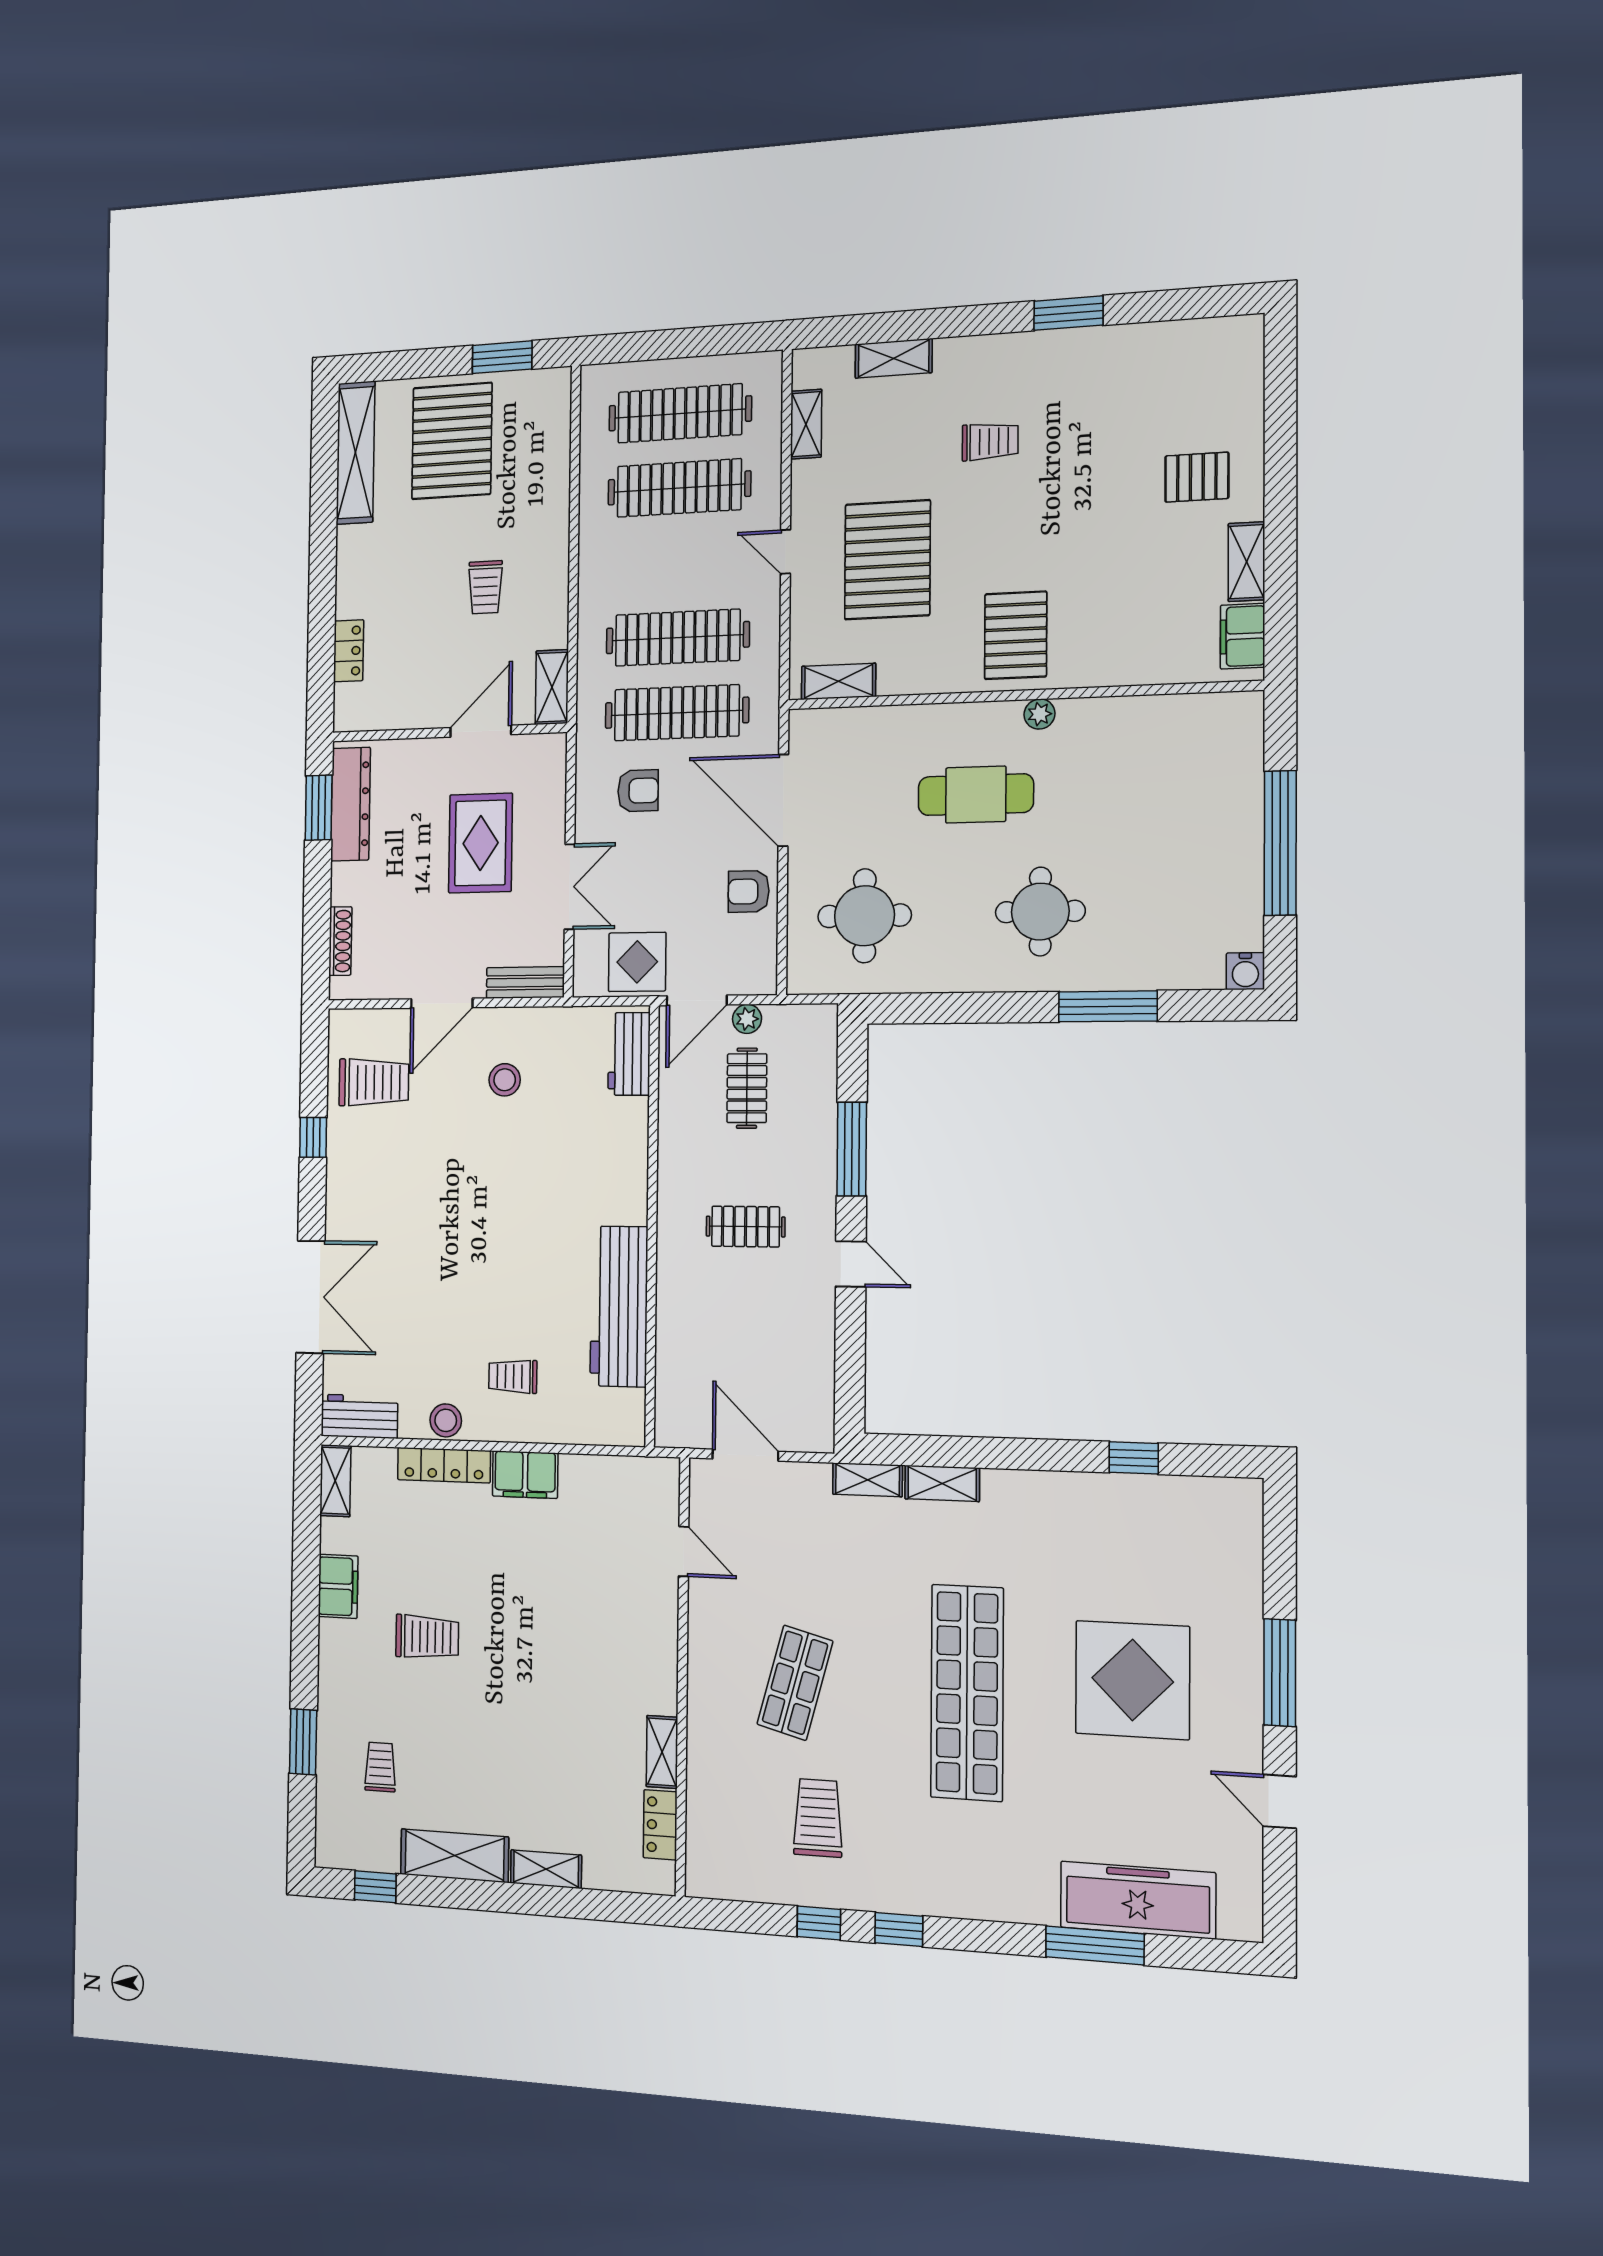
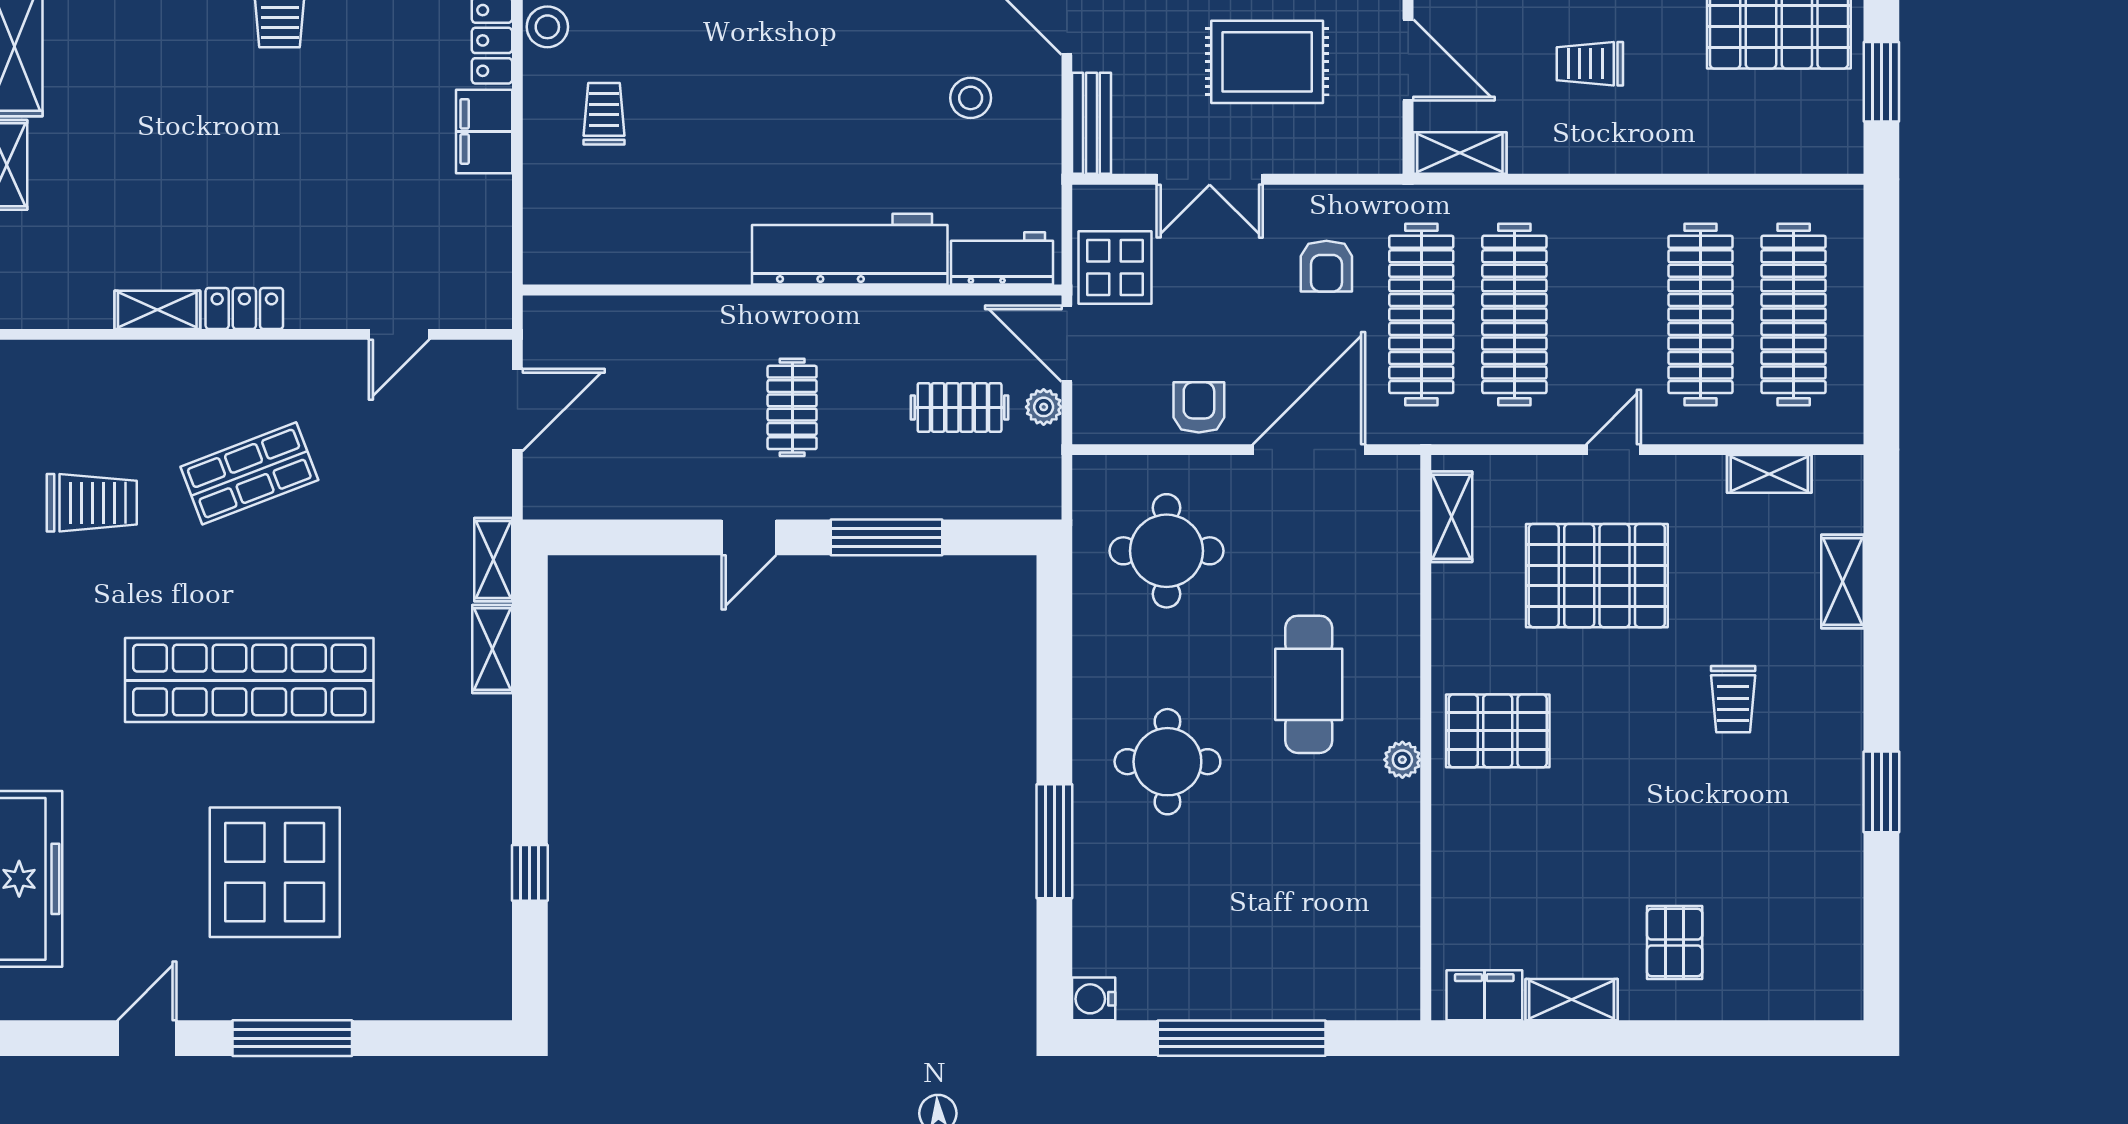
workbench: (619, 1306) -> (850, 249), moved
shop shelf: (795, 1683) -> (249, 473), turned -36
locker: (660, 1825) -> (244, 308), moved

